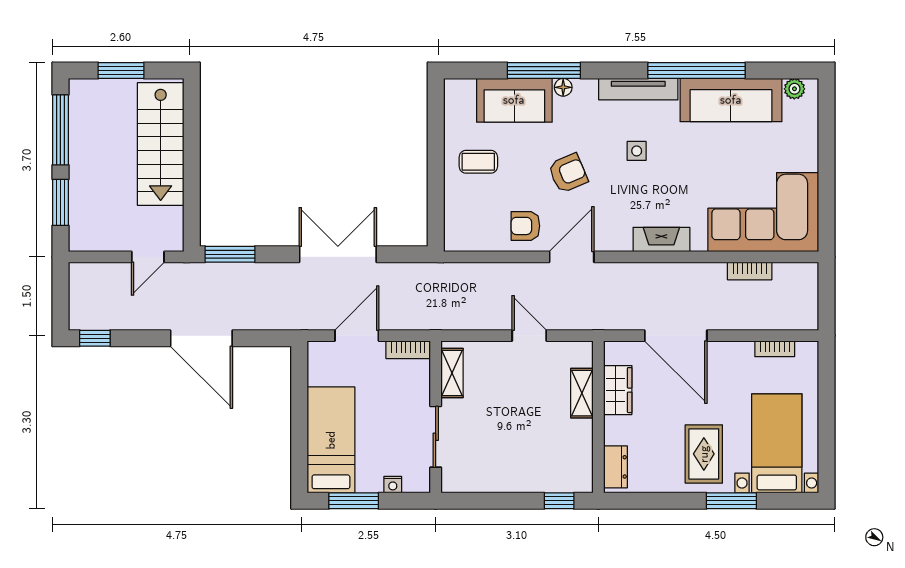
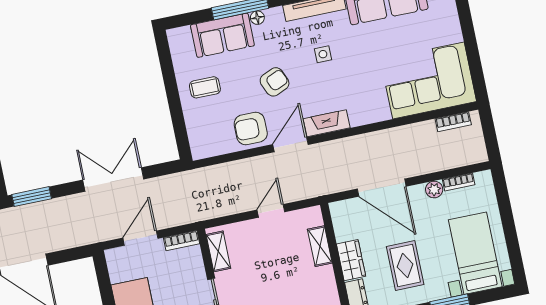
armchair: (525, 226) -> (251, 129), width x1.38, depth x1.38
fireplace: (661, 239) -> (327, 123), moved
bookcase: (750, 271) -> (453, 122), moved
door: (529, 336) -> (271, 211), hinge flipped
plant: (742, 352) -> (434, 190), added
wardrobe: (618, 390) -> (351, 260), moved
rug: (704, 454) -> (405, 266), moved

